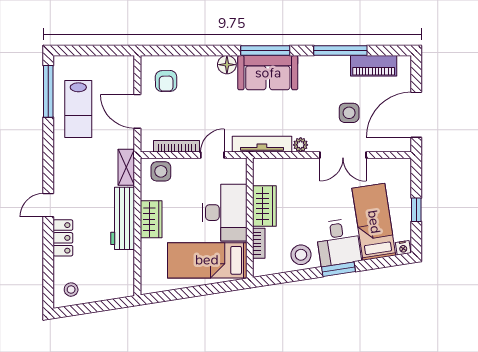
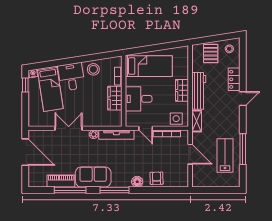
piano: (374, 66) -> (61, 181), moved
sofa: (268, 73) -> (93, 177), moved
armchair: (166, 81) -> (157, 178), moved
window: (48, 91) -> (243, 149), moved
side table: (349, 113) -> (65, 153), removed
door: (416, 115) -> (25, 152), hinge flipped
door: (212, 155) -> (146, 128), hinge flipped
window: (416, 210) -> (25, 85), moved
desk: (224, 213) -> (139, 99), width x0.73
window: (339, 269) -> (71, 61), removed
pallet: (103, 281) -> (211, 54), added

